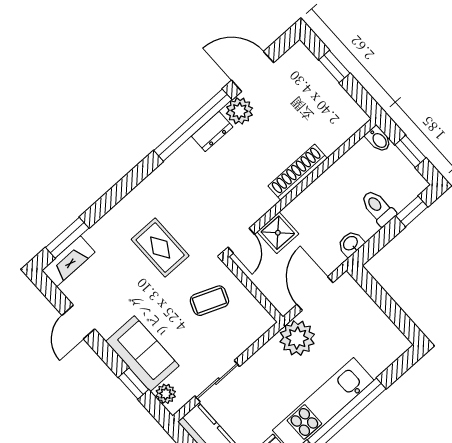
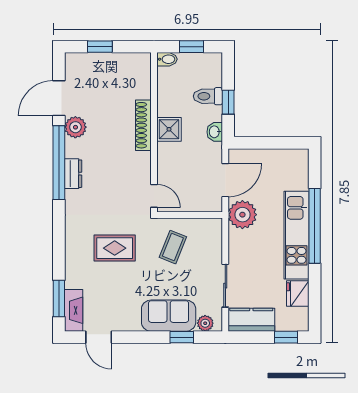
dresser: (212, 132) -> (73, 174), moved
window: (412, 211) -> (228, 102), moved
shower: (278, 233) -> (169, 129), moved
door: (315, 293) -> (225, 180), swing flipped
door: (78, 322) -> (99, 337), moved

